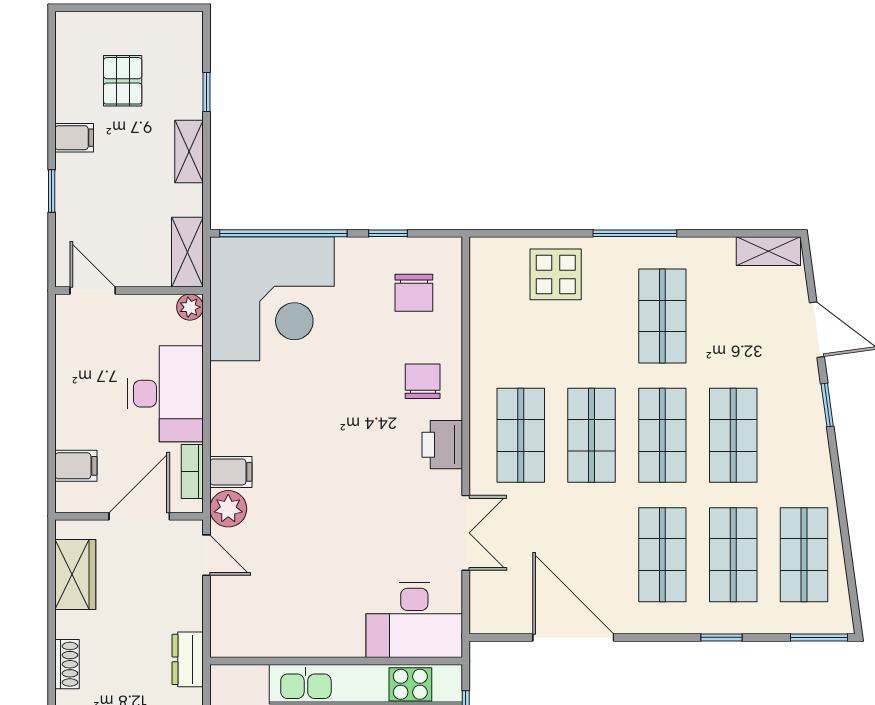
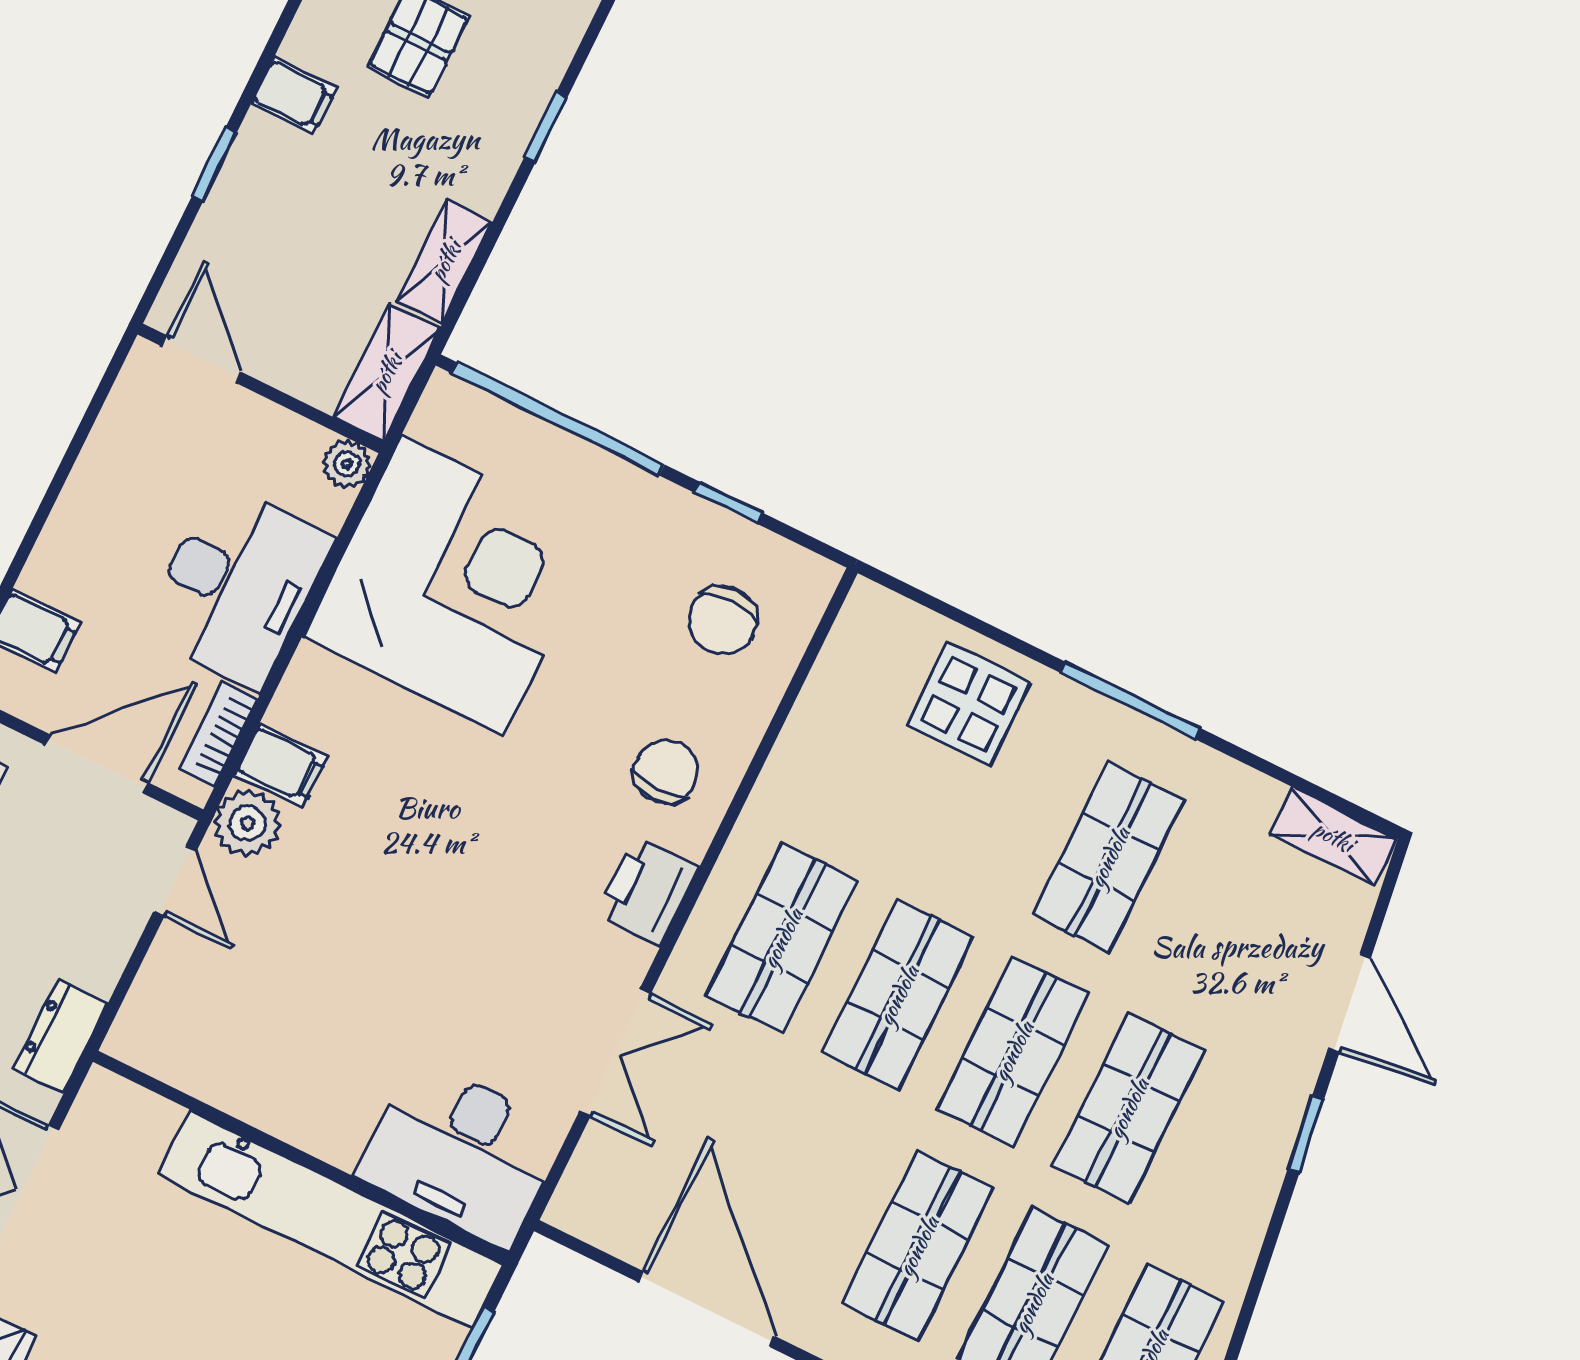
shelving: (189, 152) -> (445, 261), moved
corner desk: (272, 299) -> (453, 585), moved, turned -90

